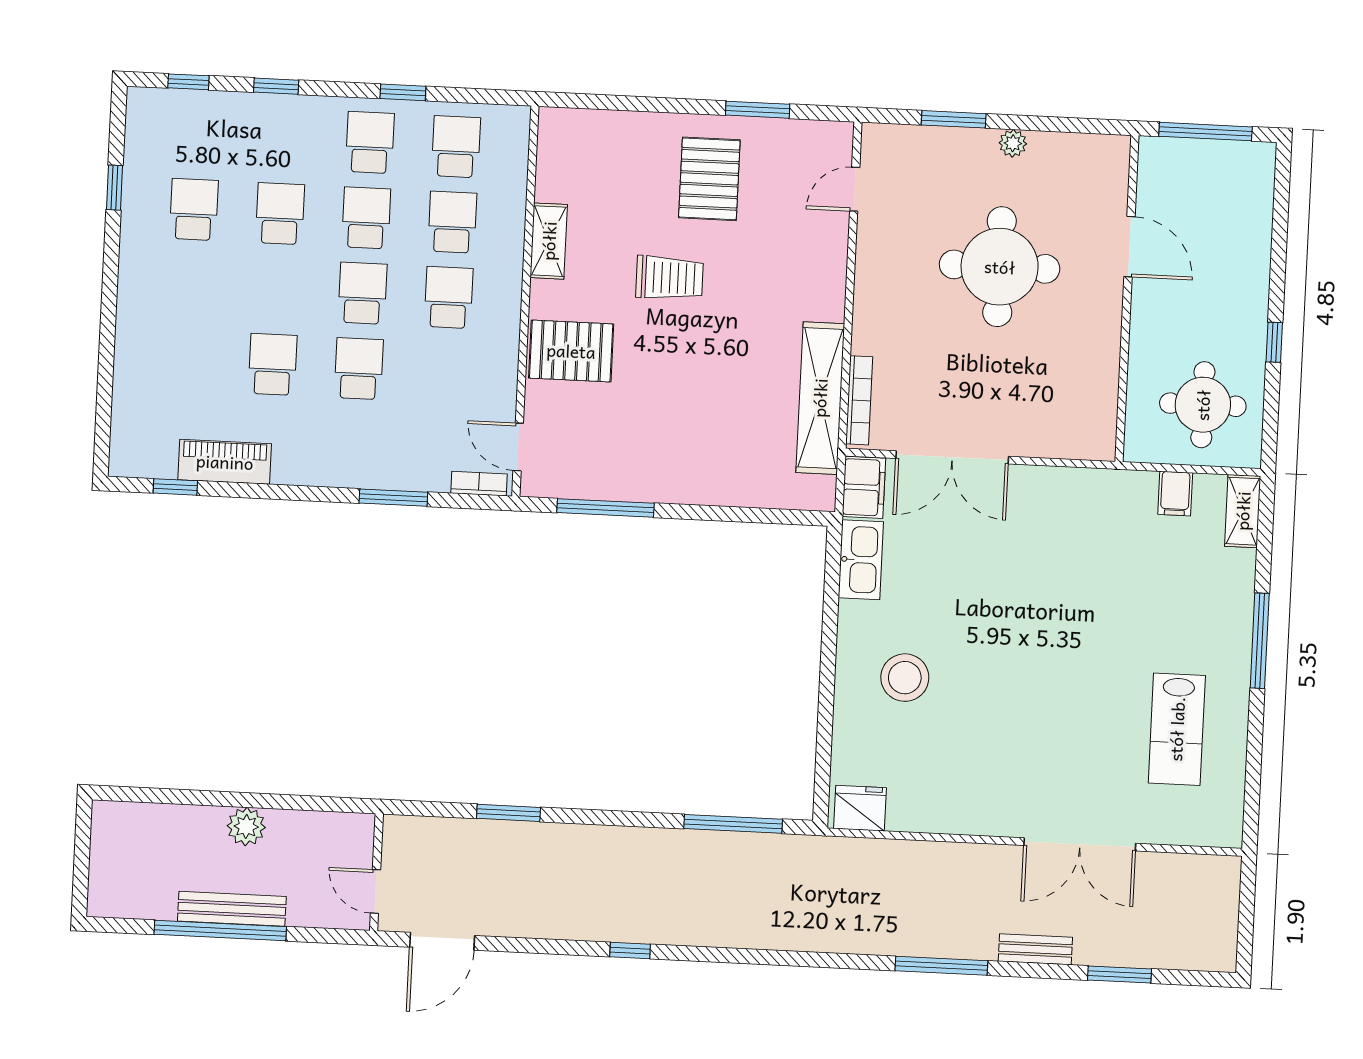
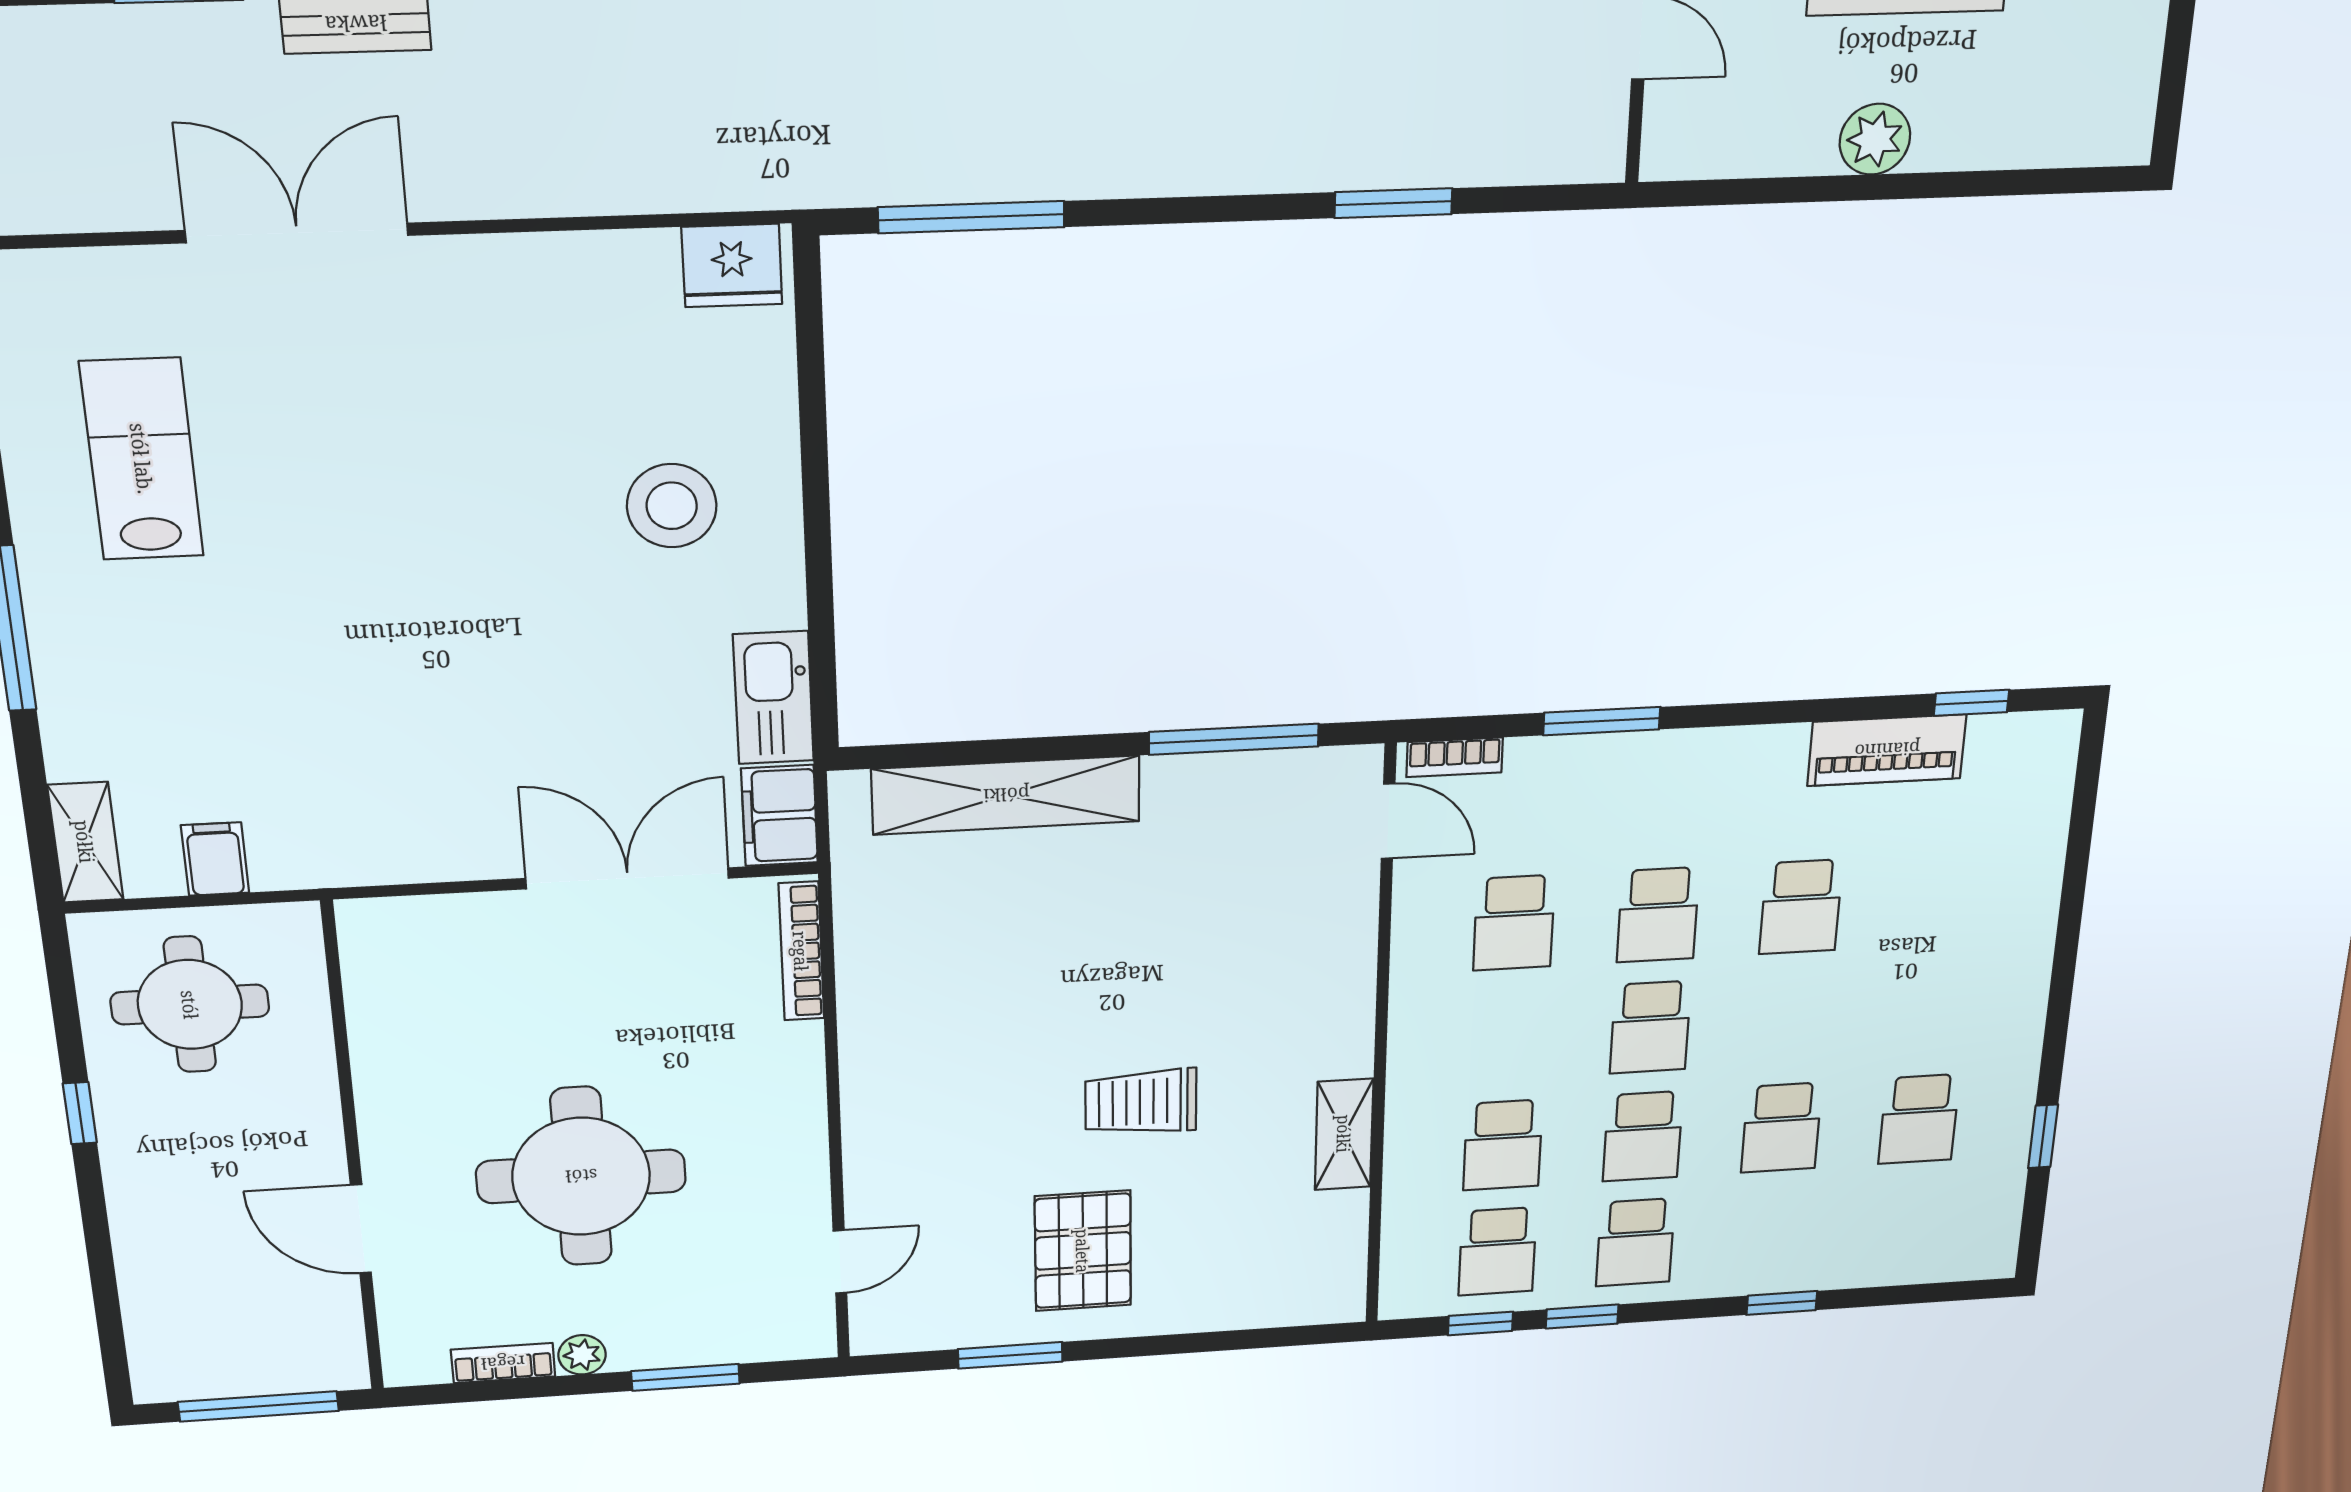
window: (188, 82) -> (1480, 1323), moved
bookcase: (1060, 144) -> (503, 1363), added
school desk: (449, 297) -> (1514, 923), moved
pallet: (571, 351) -> (1302, 977), removed
shelving: (820, 398) -> (1006, 795), moved, turned 90

